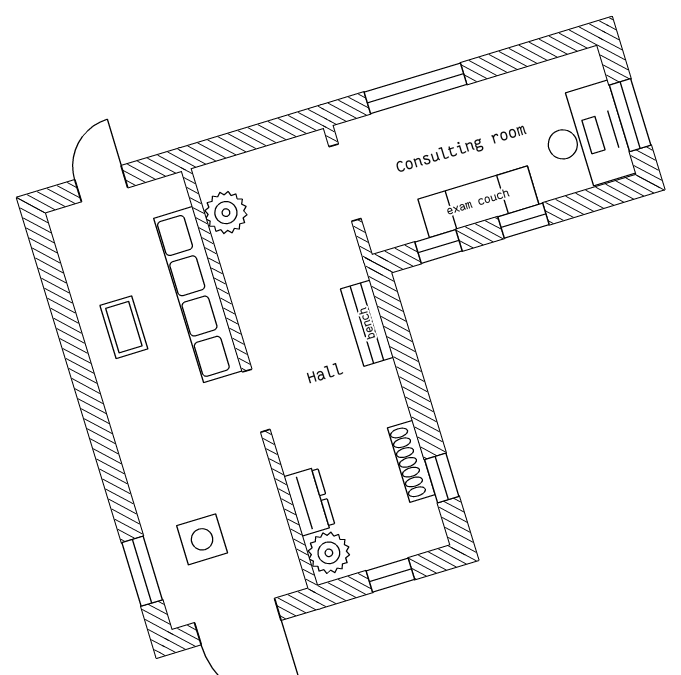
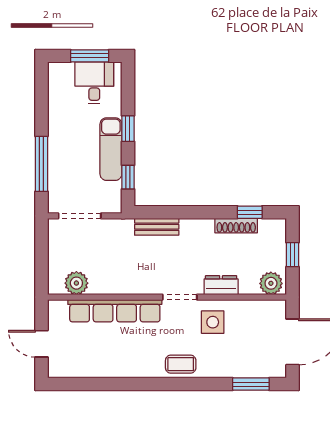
desk: (585, 138) -> (94, 83), width x0.73
coffee table: (124, 327) -> (181, 364), moved
dresser: (310, 501) -> (221, 285), moved
side table: (202, 539) -> (213, 322), moved

